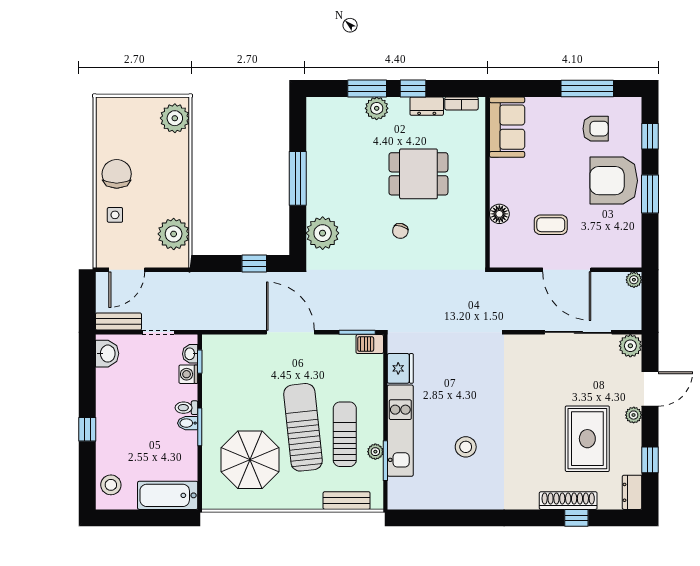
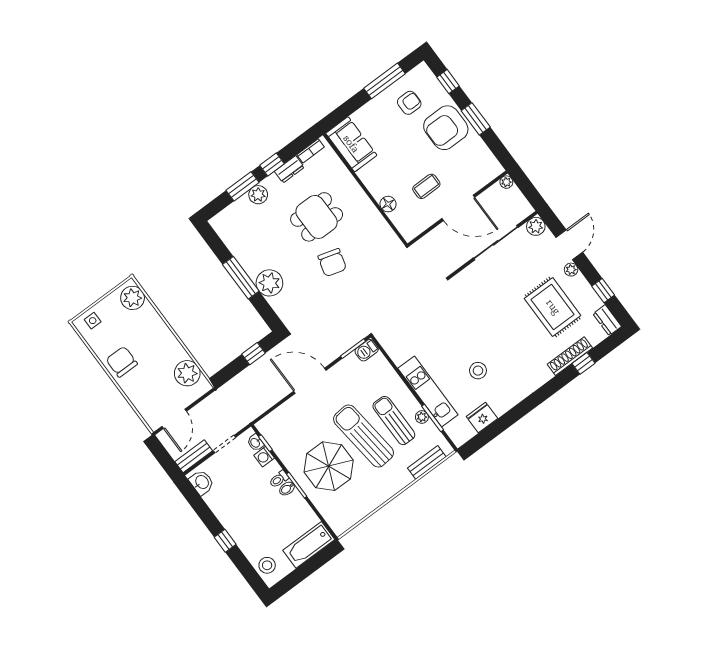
side table: (115, 215) -> (93, 321), moved
chair: (400, 231) -> (332, 263), width x1.87, depth x1.87
plant: (323, 233) -> (269, 283), moved
fridge: (400, 368) -> (482, 417), moved, turned -90
parasol: (250, 460) -> (329, 466), moved

